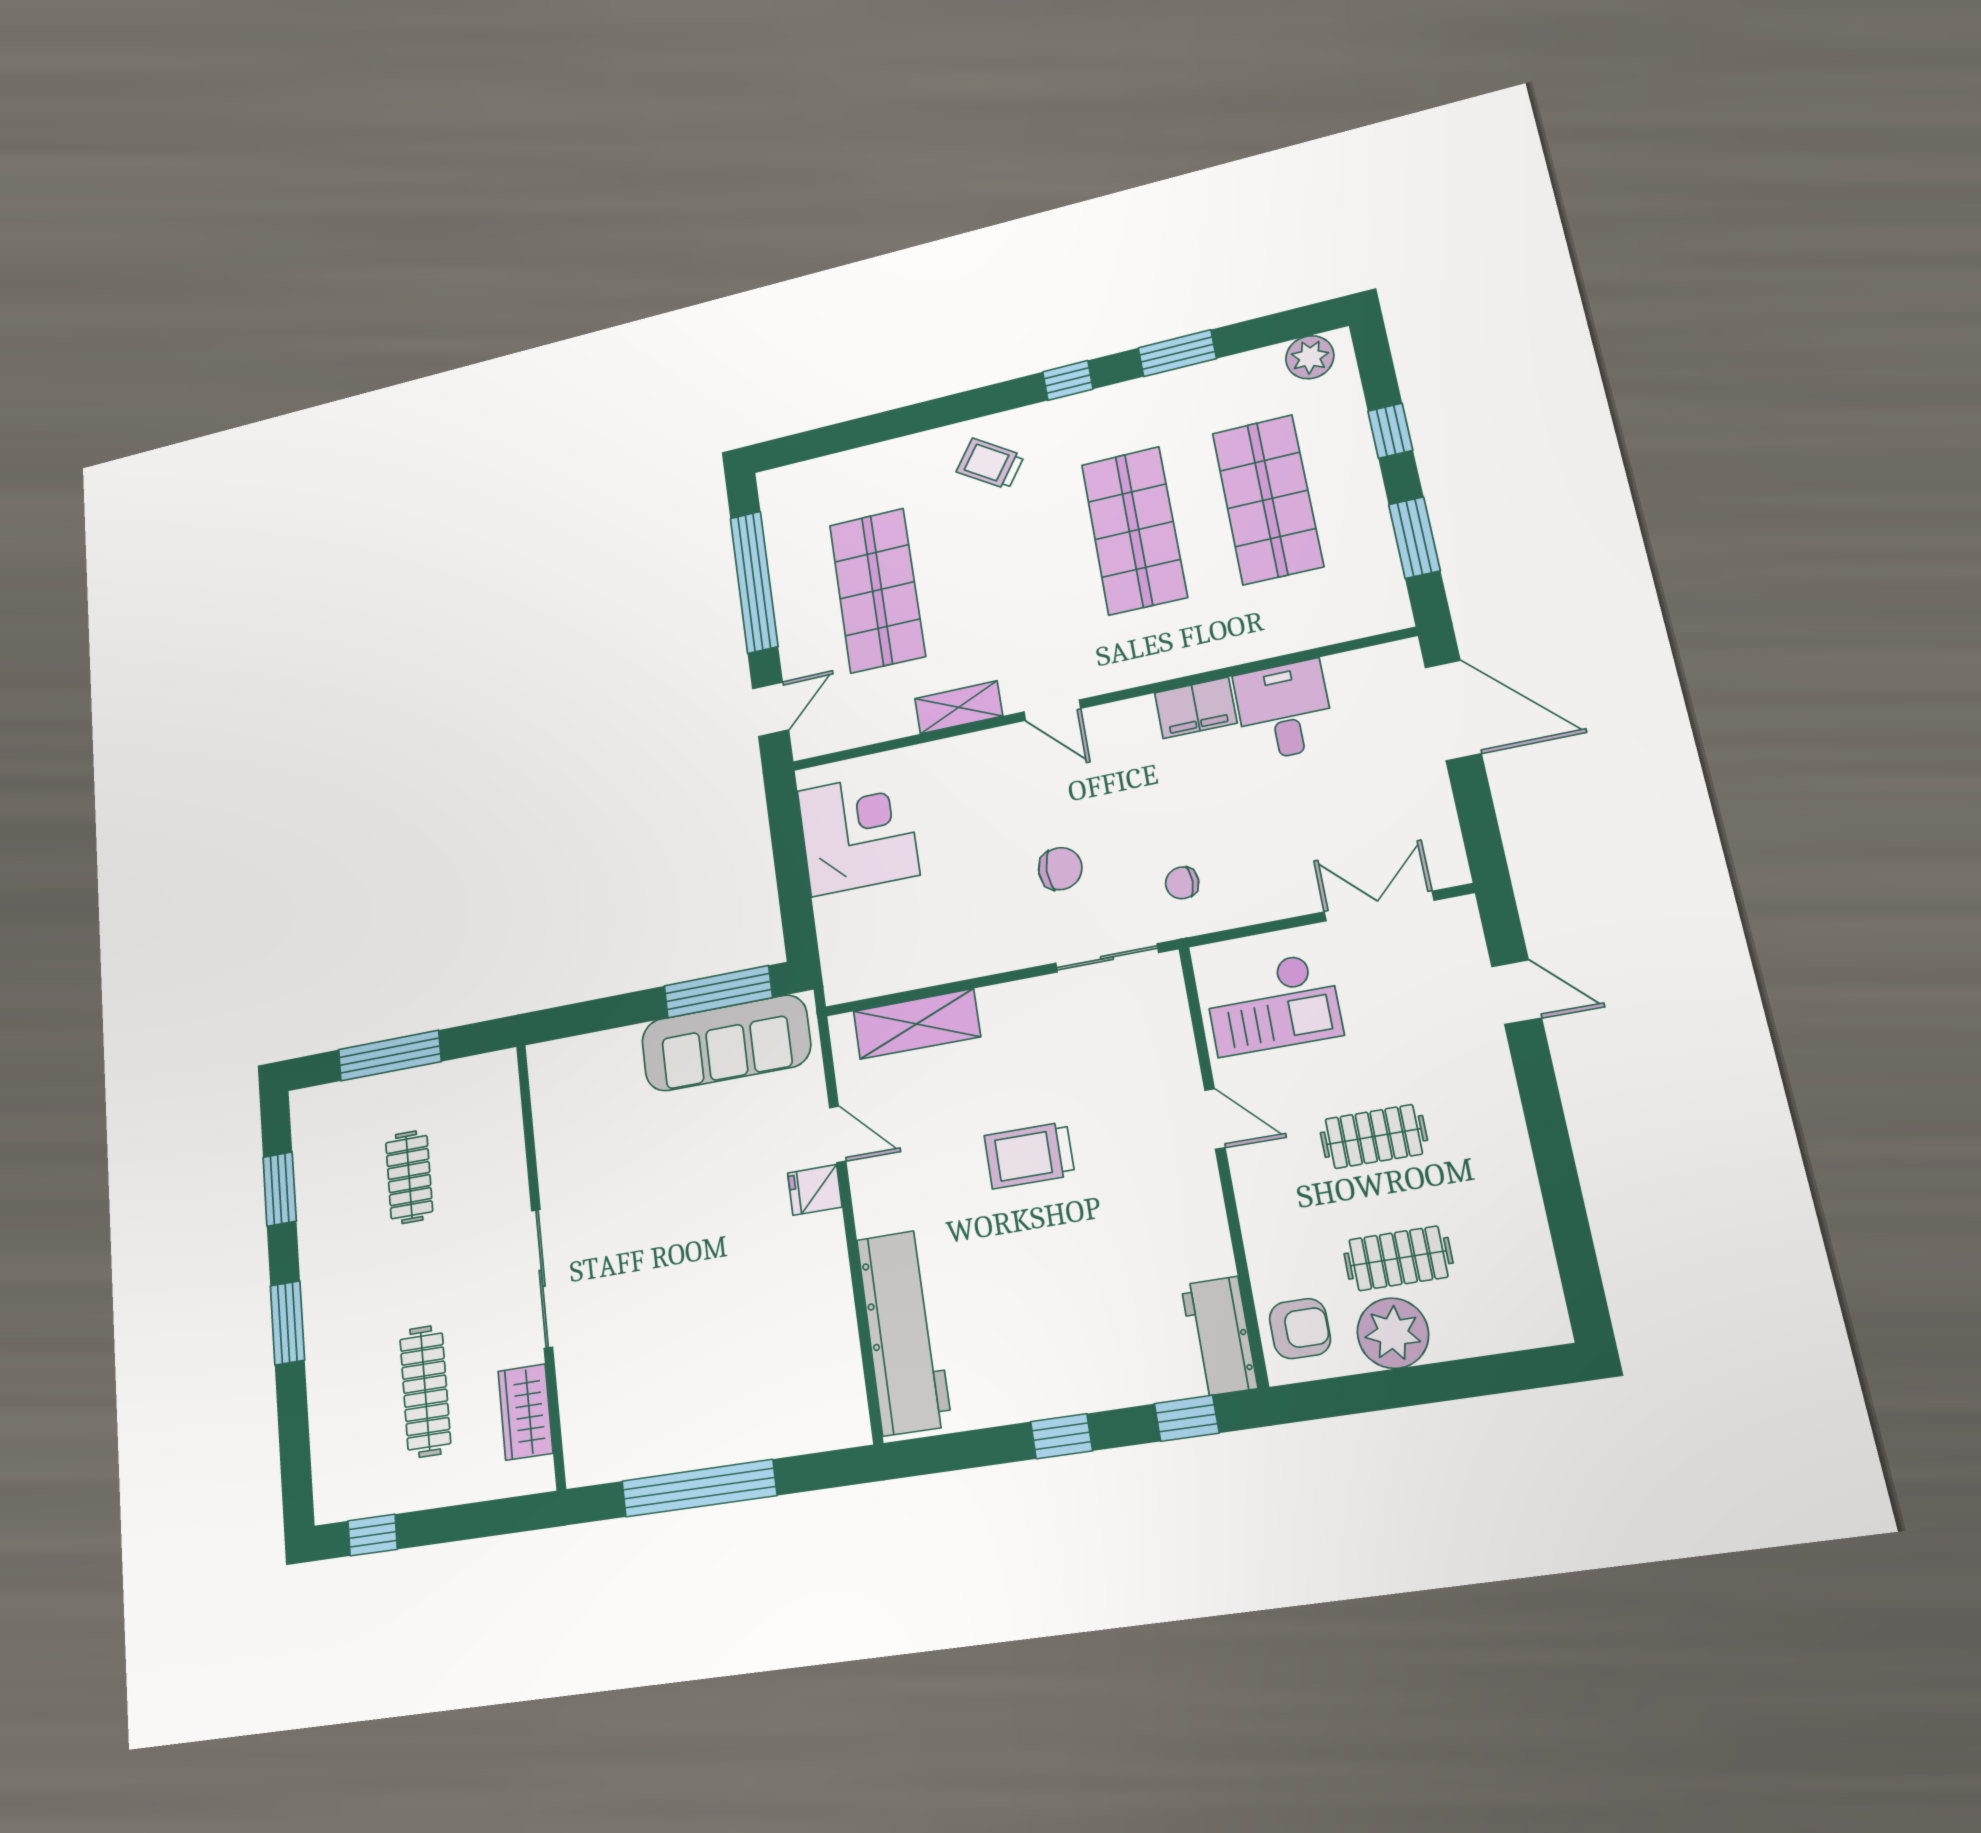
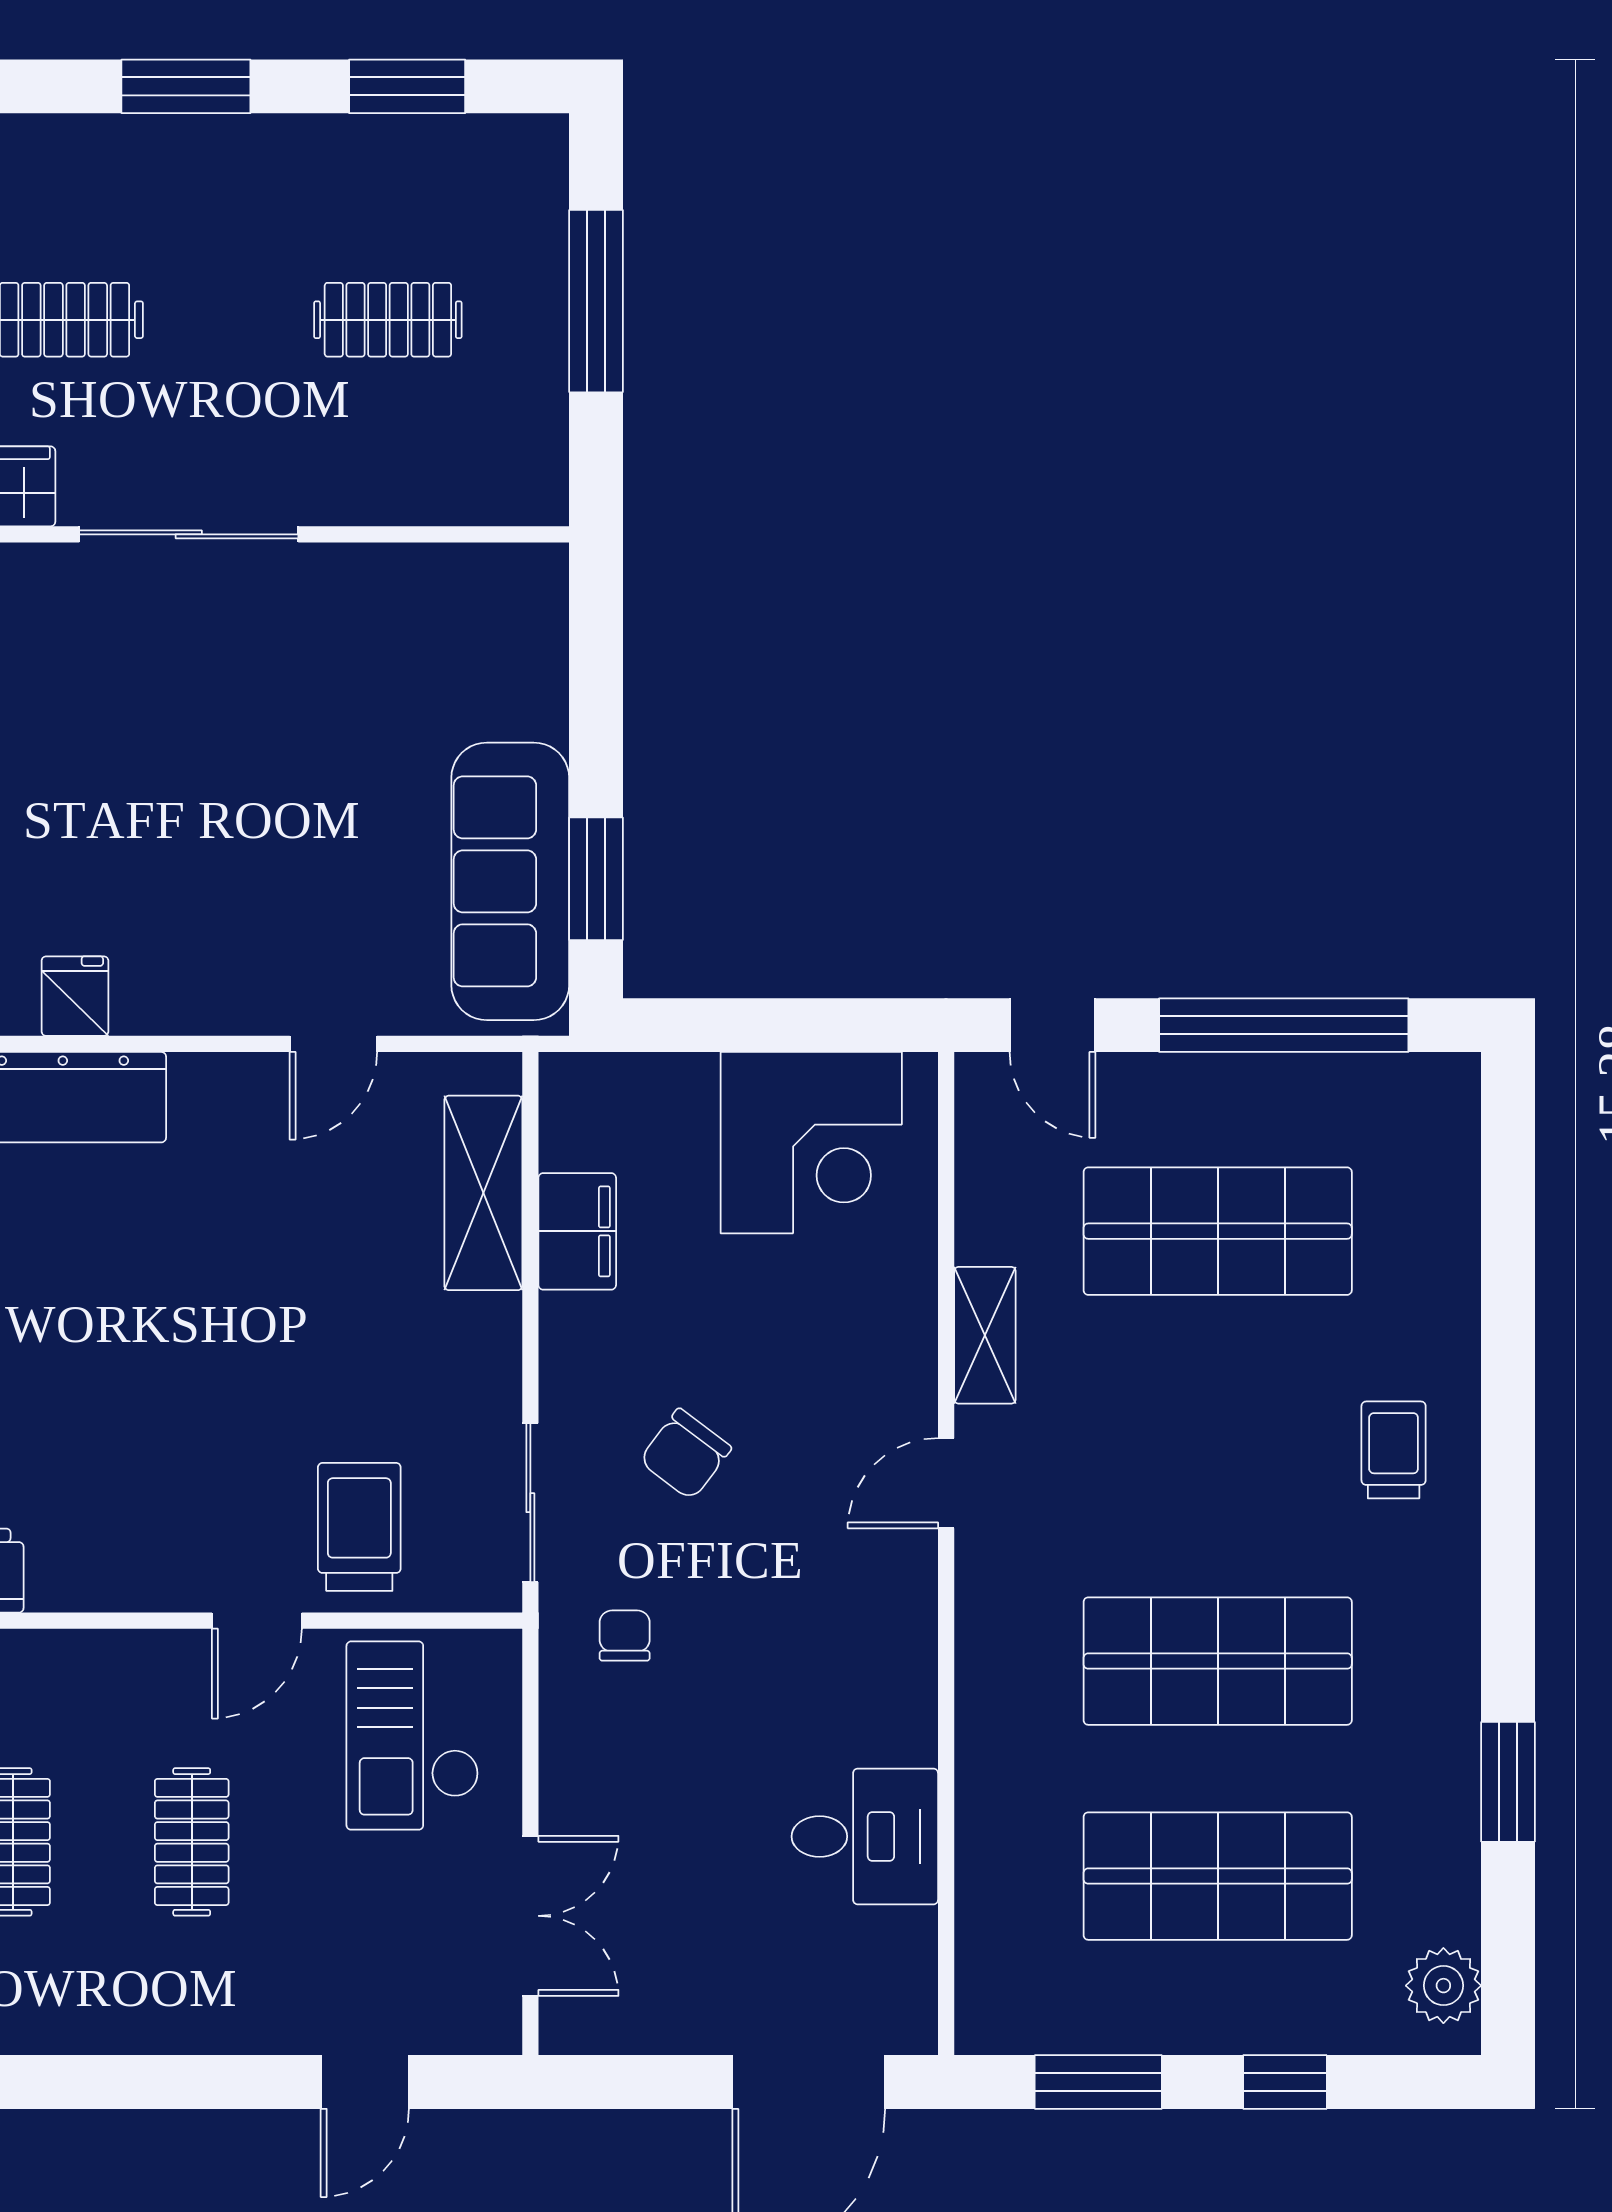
window: (1068, 380) -> (1508, 1599), removed
trolley: (990, 464) -> (1394, 1450), turned -34
filing cabinet: (1196, 708) -> (577, 1231), moved, turned 180
chair: (1060, 869) -> (685, 1454), turned 37
window: (718, 992) -> (596, 879), width x0.69
trolley: (1029, 1155) -> (359, 1527), moved
fridge: (815, 1190) -> (75, 996), moved

